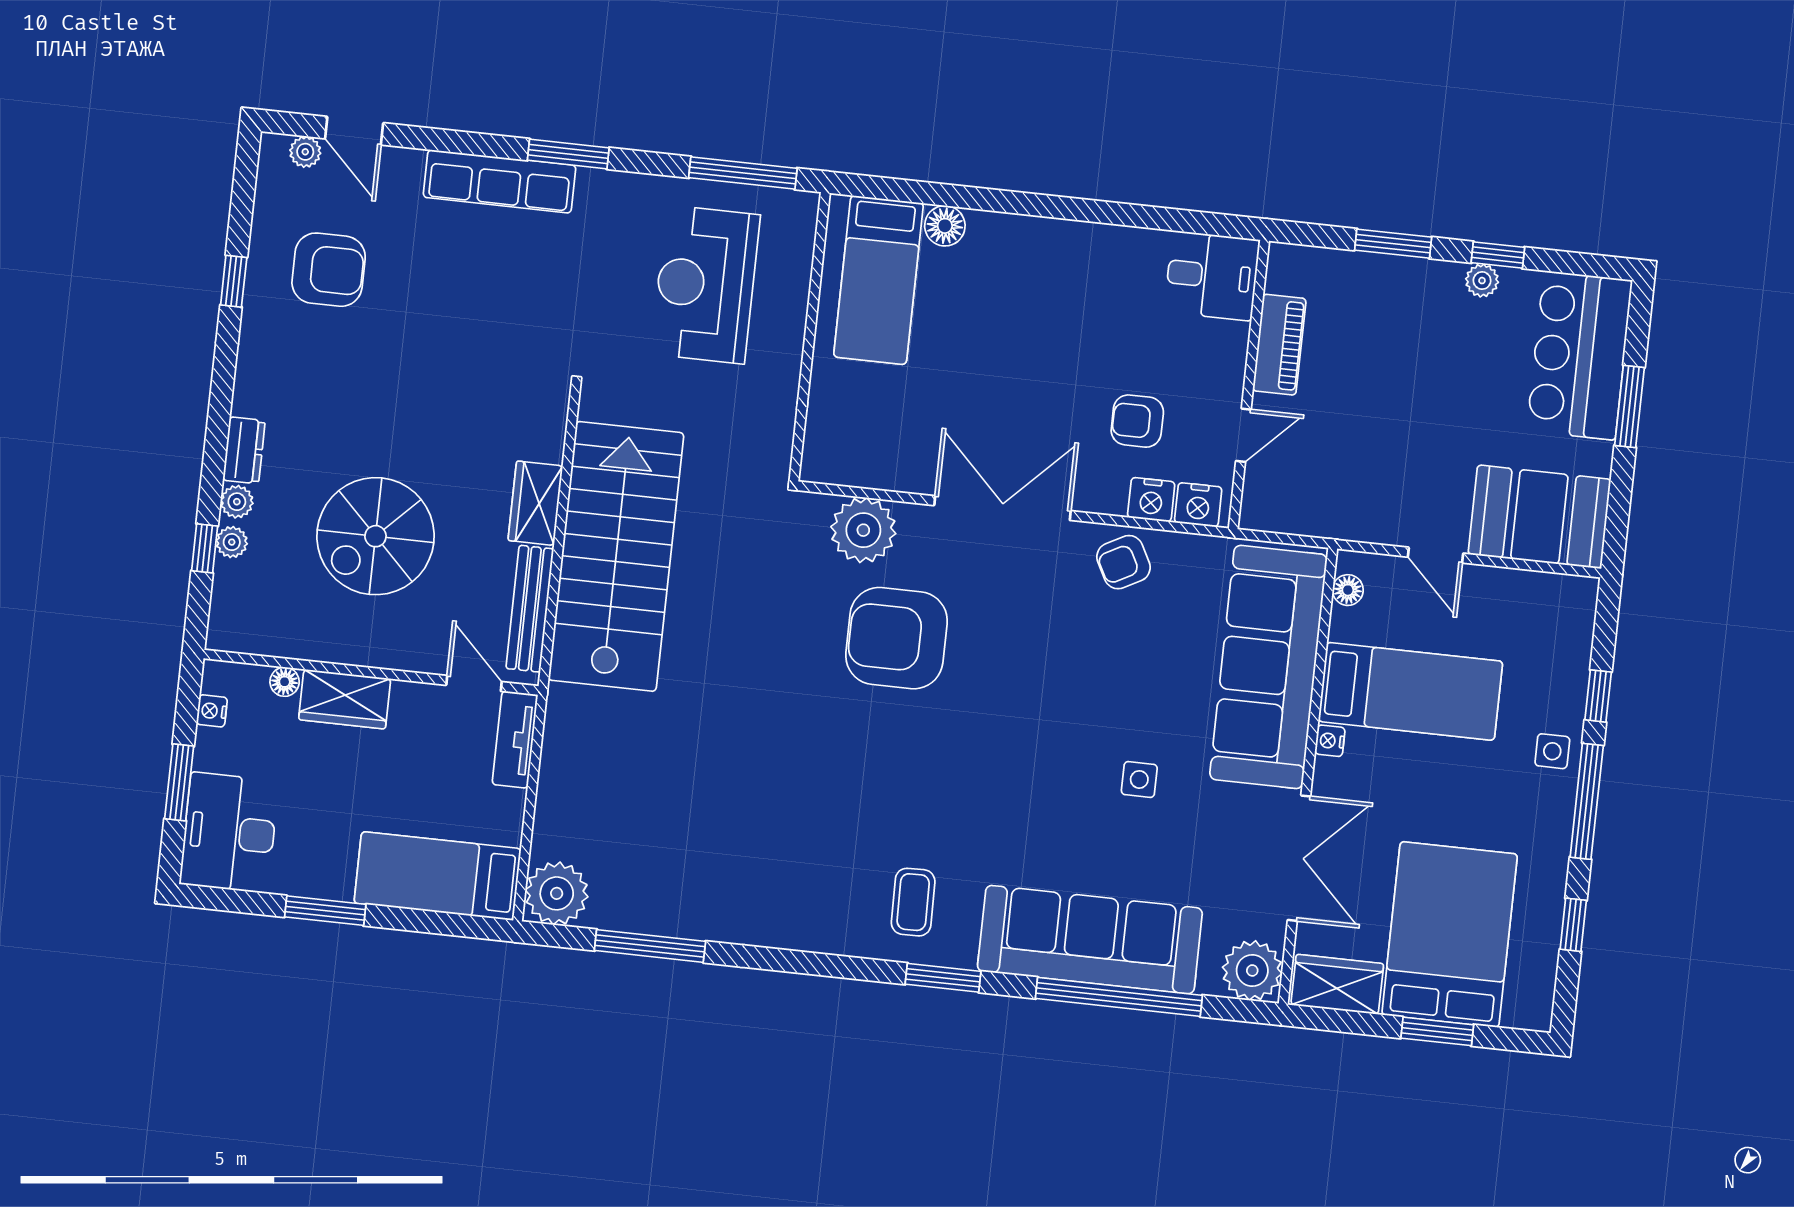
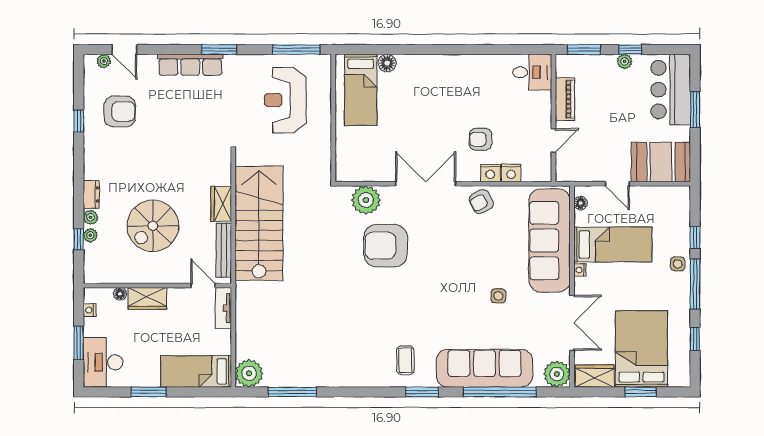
desk: (1212, 276) -> (532, 72), moved
piano: (1279, 345) -> (565, 99), moved
wall: (1249, 385) -> (553, 118), moved
door: (1243, 435) -> (553, 140), moved

